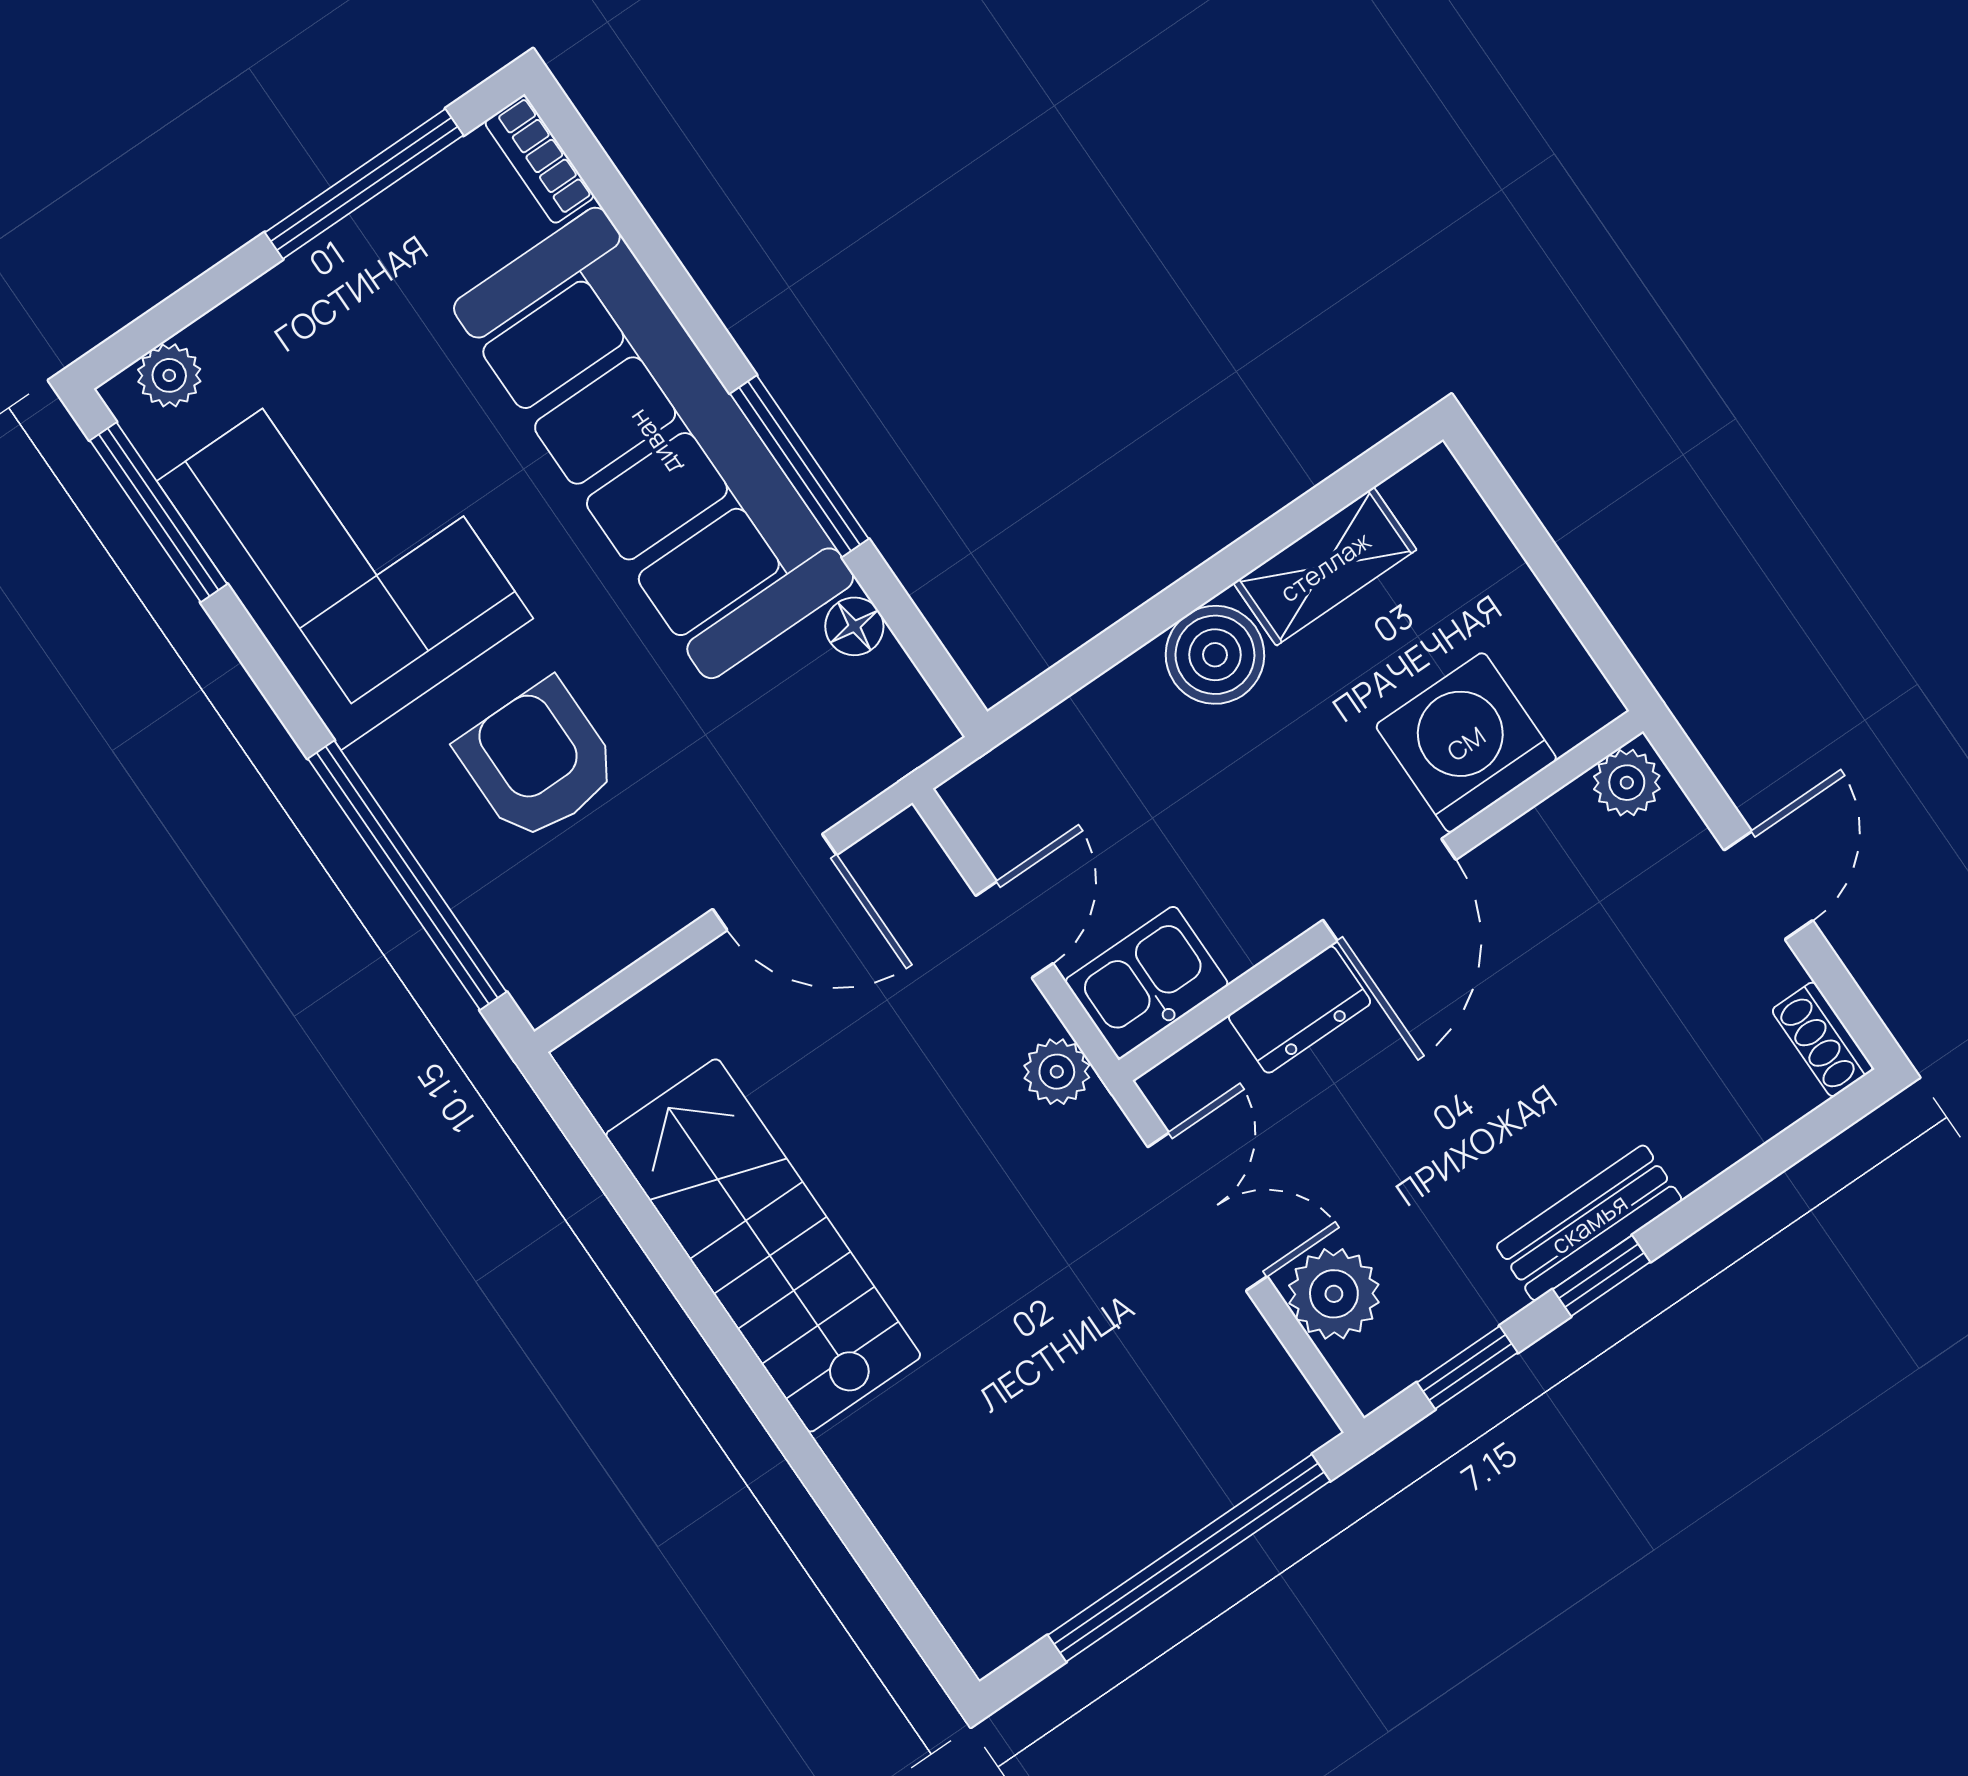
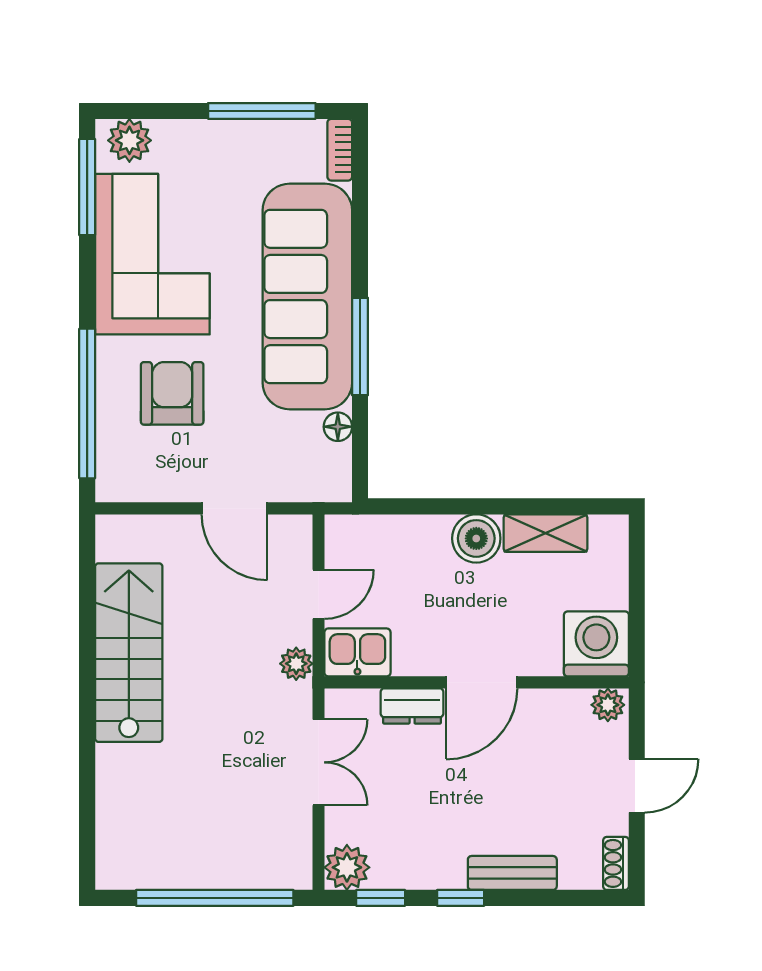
plant: (169, 375) -> (129, 140), width x1.38, depth x1.38
washing machine: (1466, 743) -> (596, 644), moved
bench: (1589, 1223) -> (512, 873), moved
plant: (1334, 1294) -> (347, 867), moved

